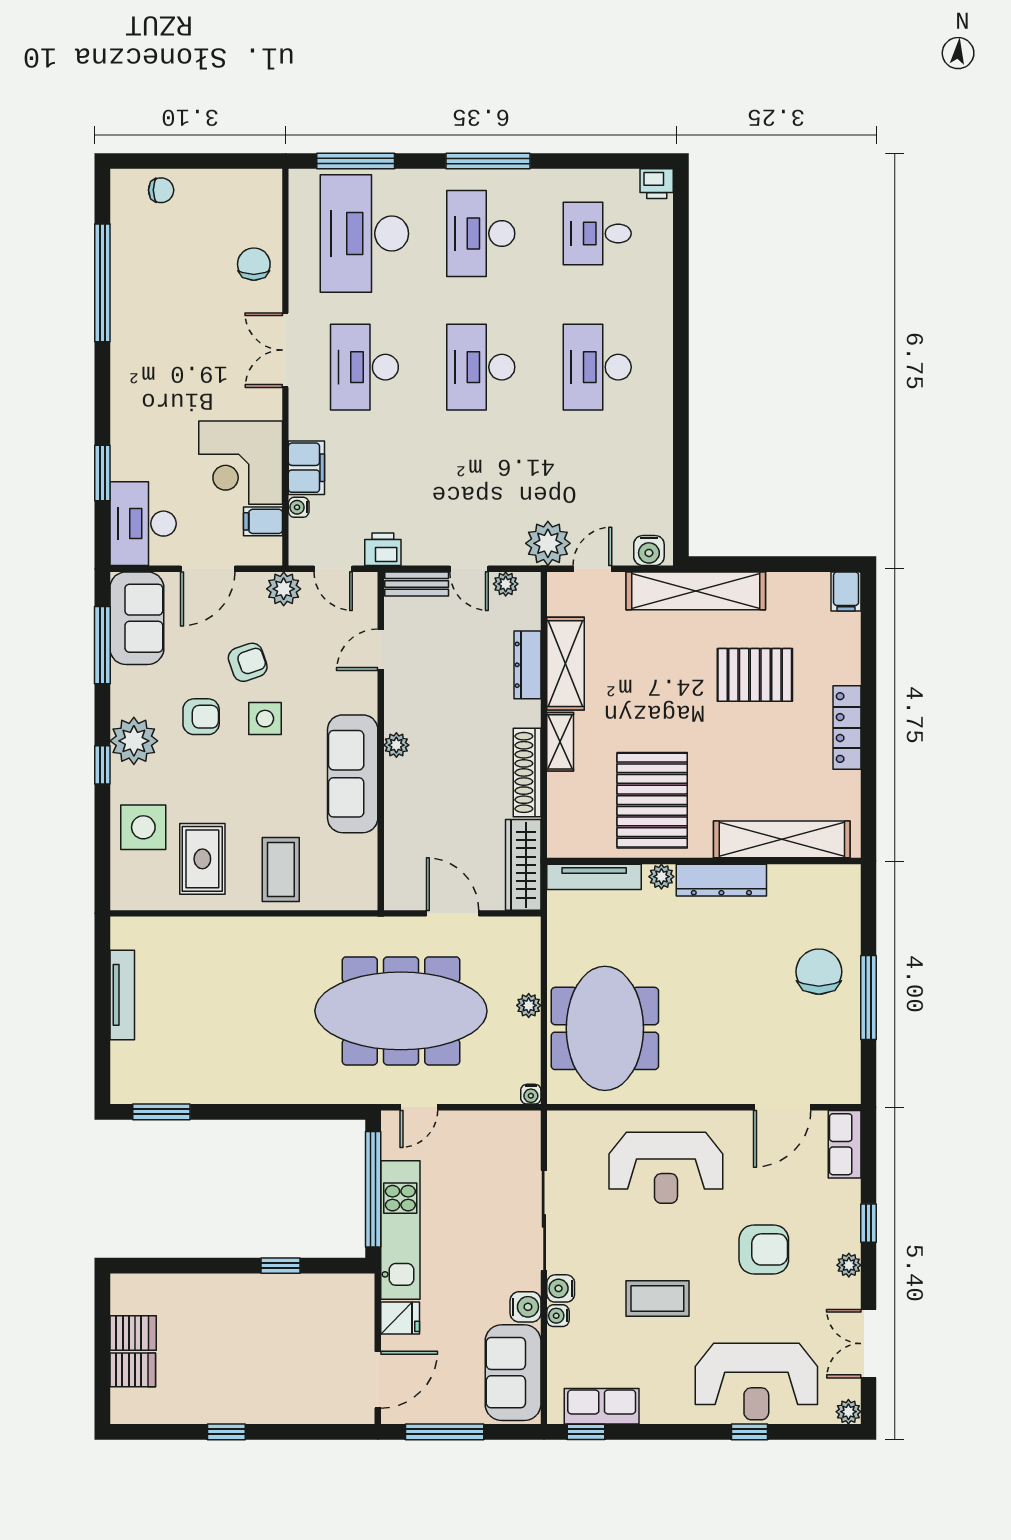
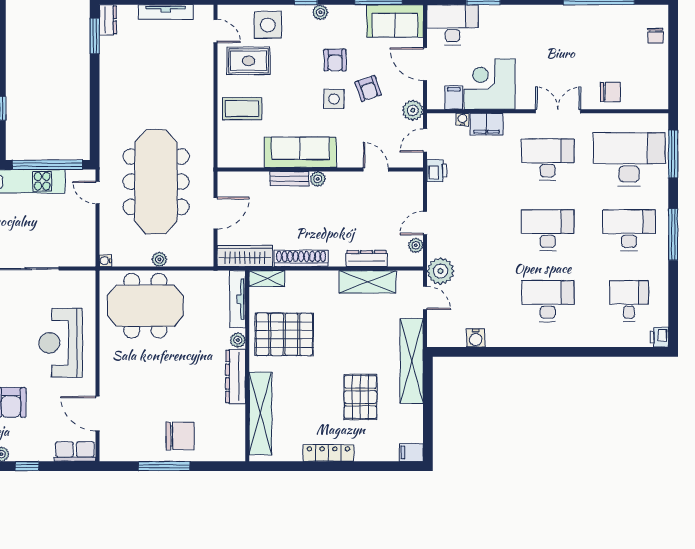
water cooler: (649, 551) -> (476, 338), moved, turned -90
bench: (417, 584) -> (289, 179), moved, turned 90
plant: (134, 741) -> (320, 12), width x0.53, depth x0.53
shelving: (560, 742) -> (267, 279), moved
door: (153, 913) -> (215, 31), added
dresser: (135, 1090) -> (108, 20), added

